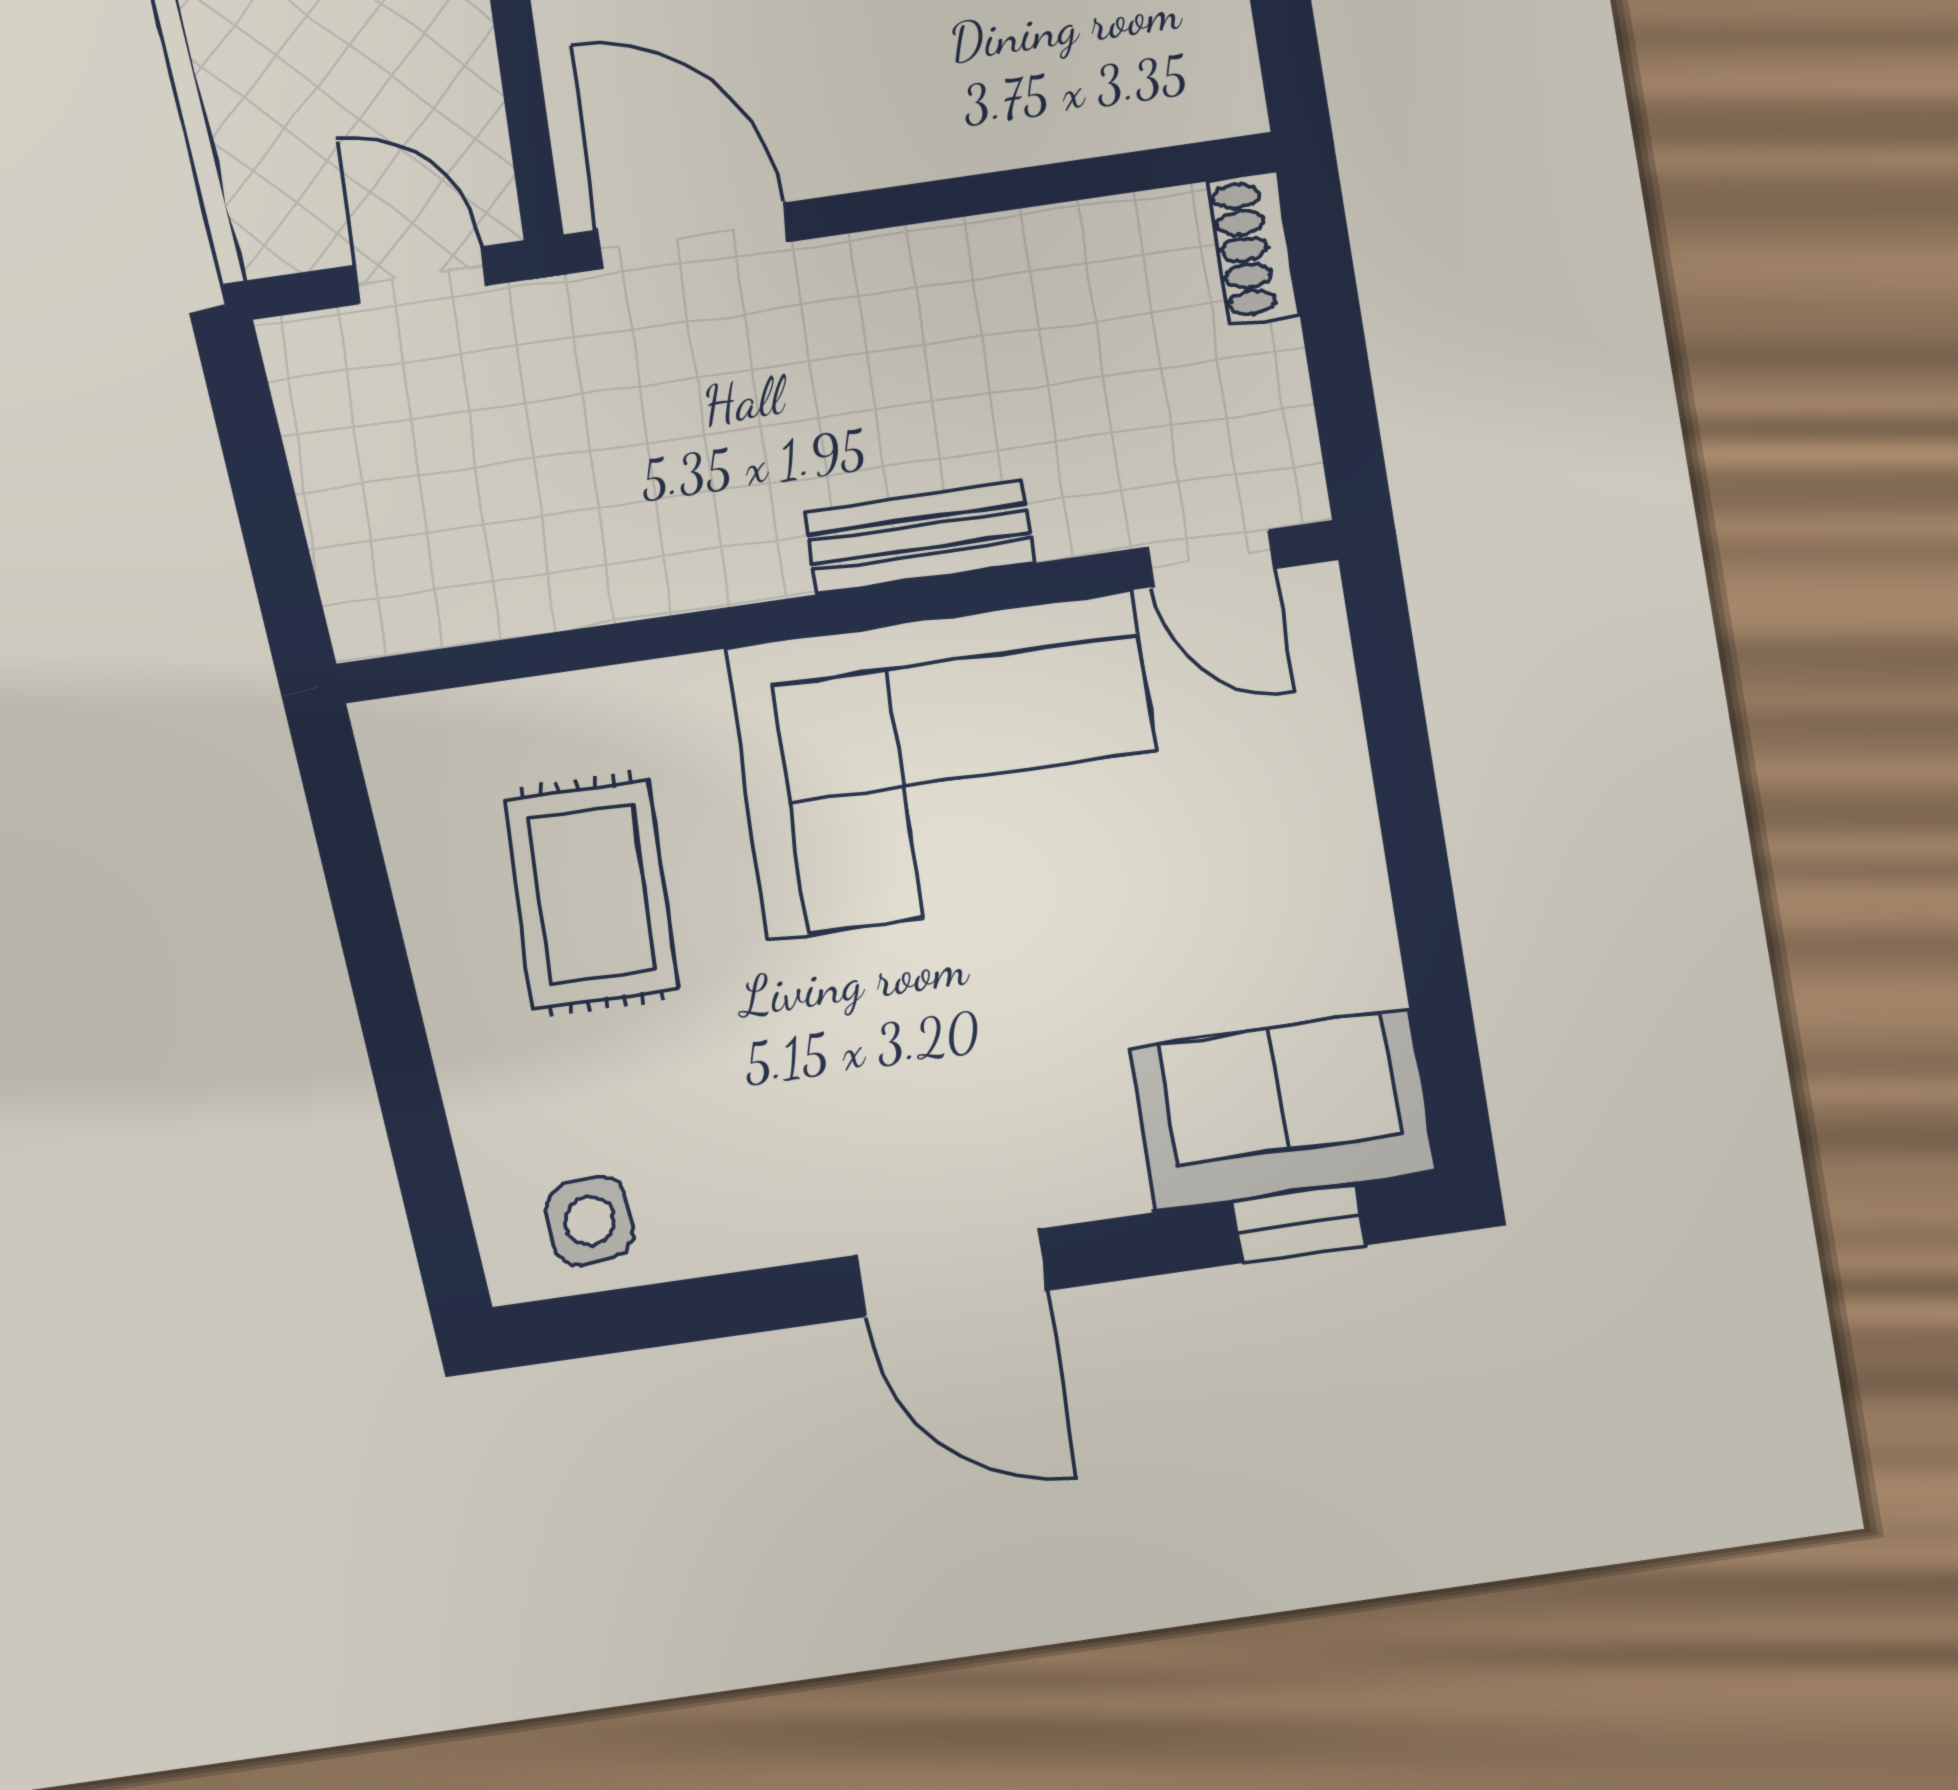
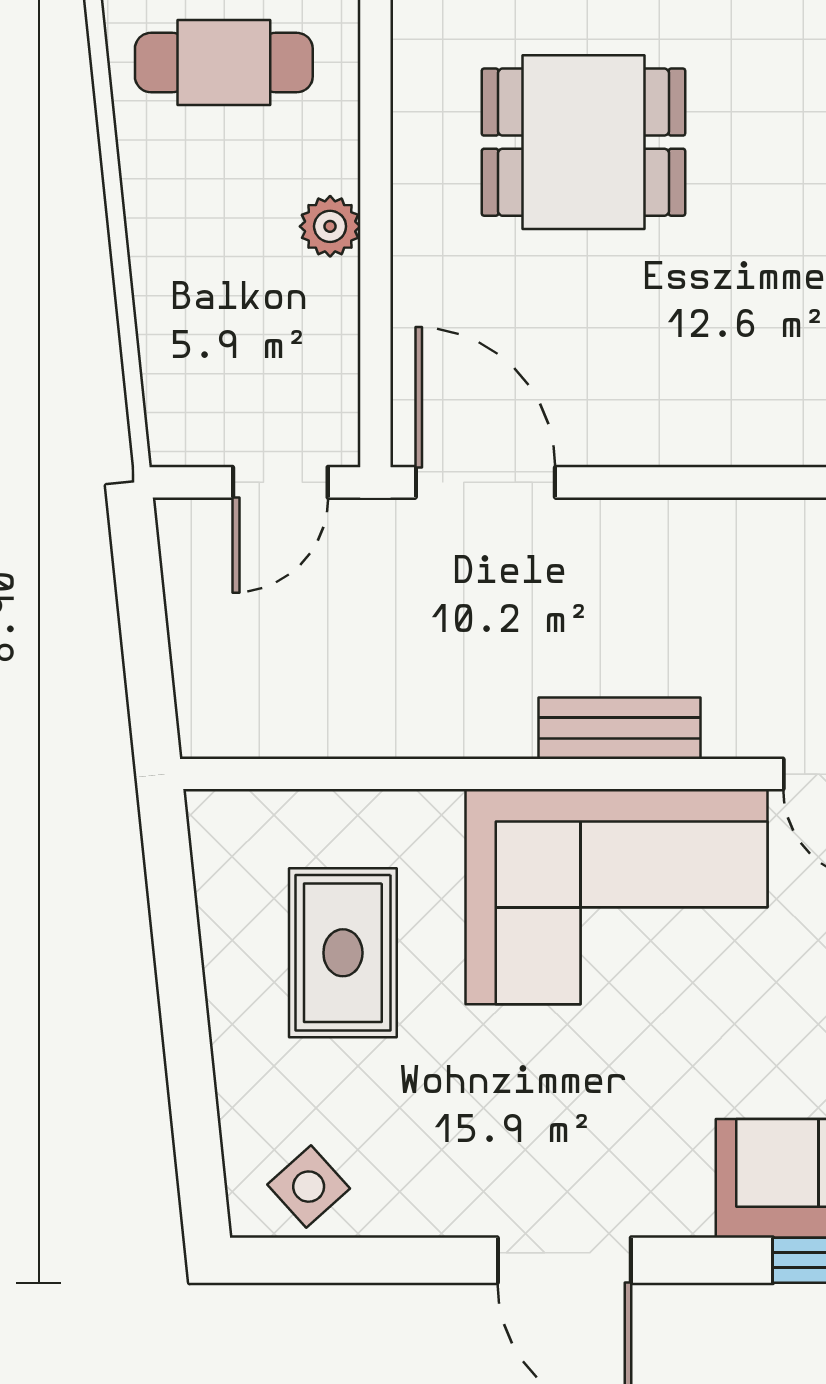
door: (420, 275) -> (280, 482), swing flipped
side table: (590, 1221) -> (309, 1187), turned -37

